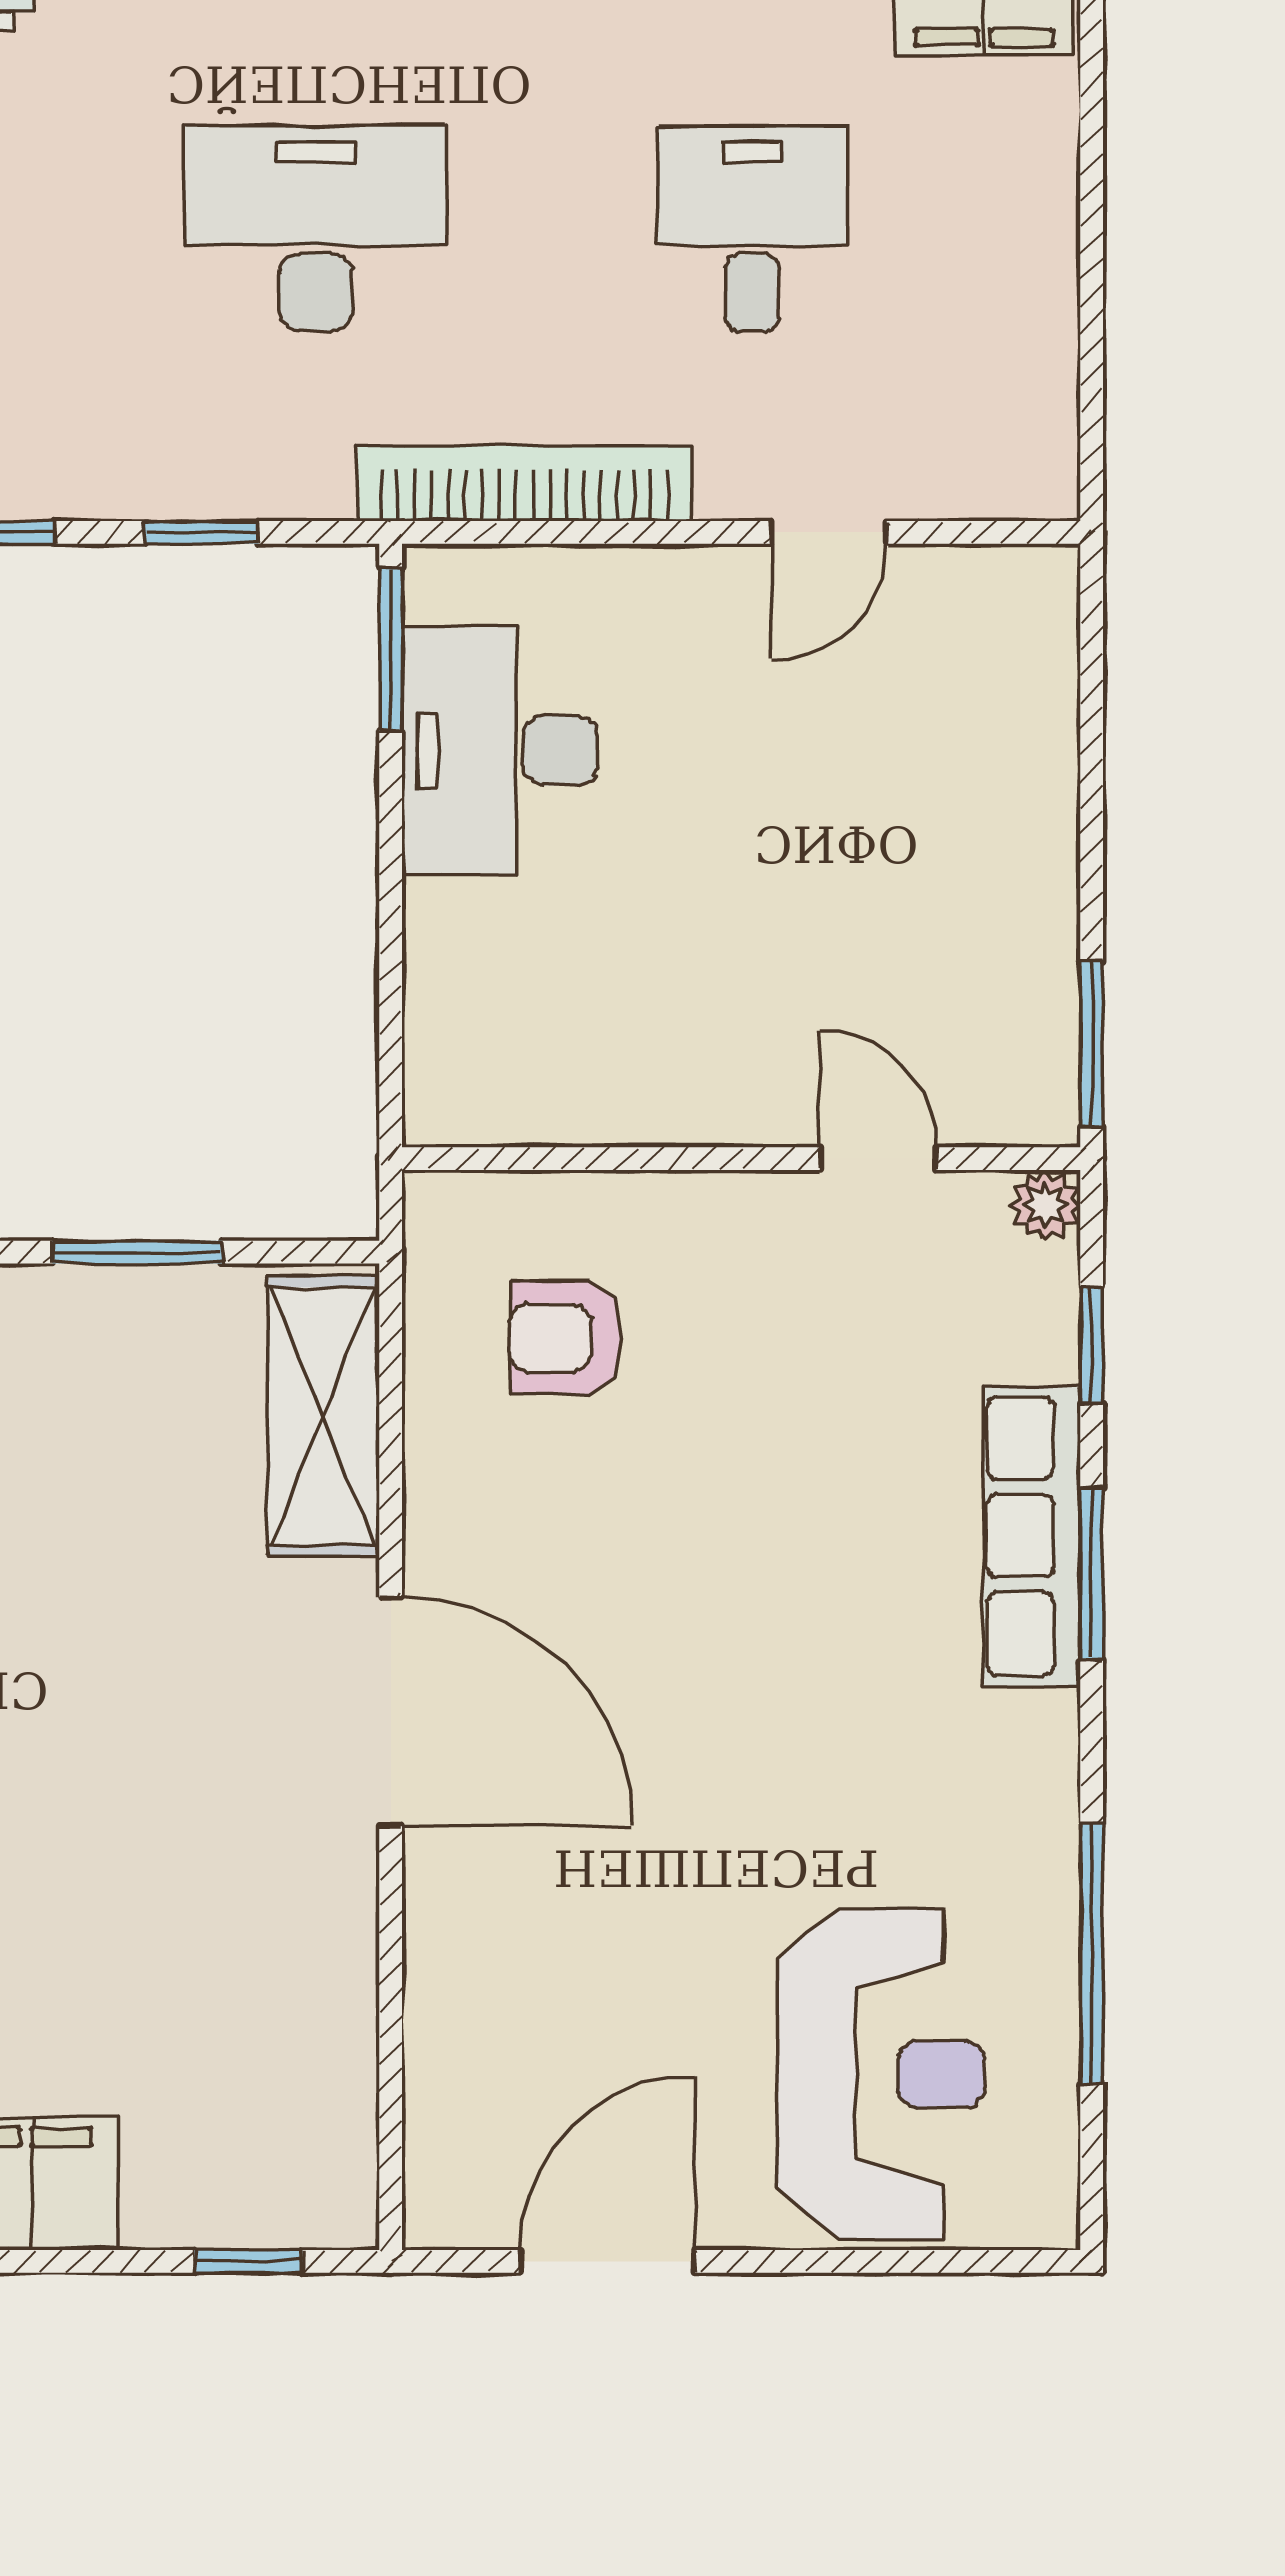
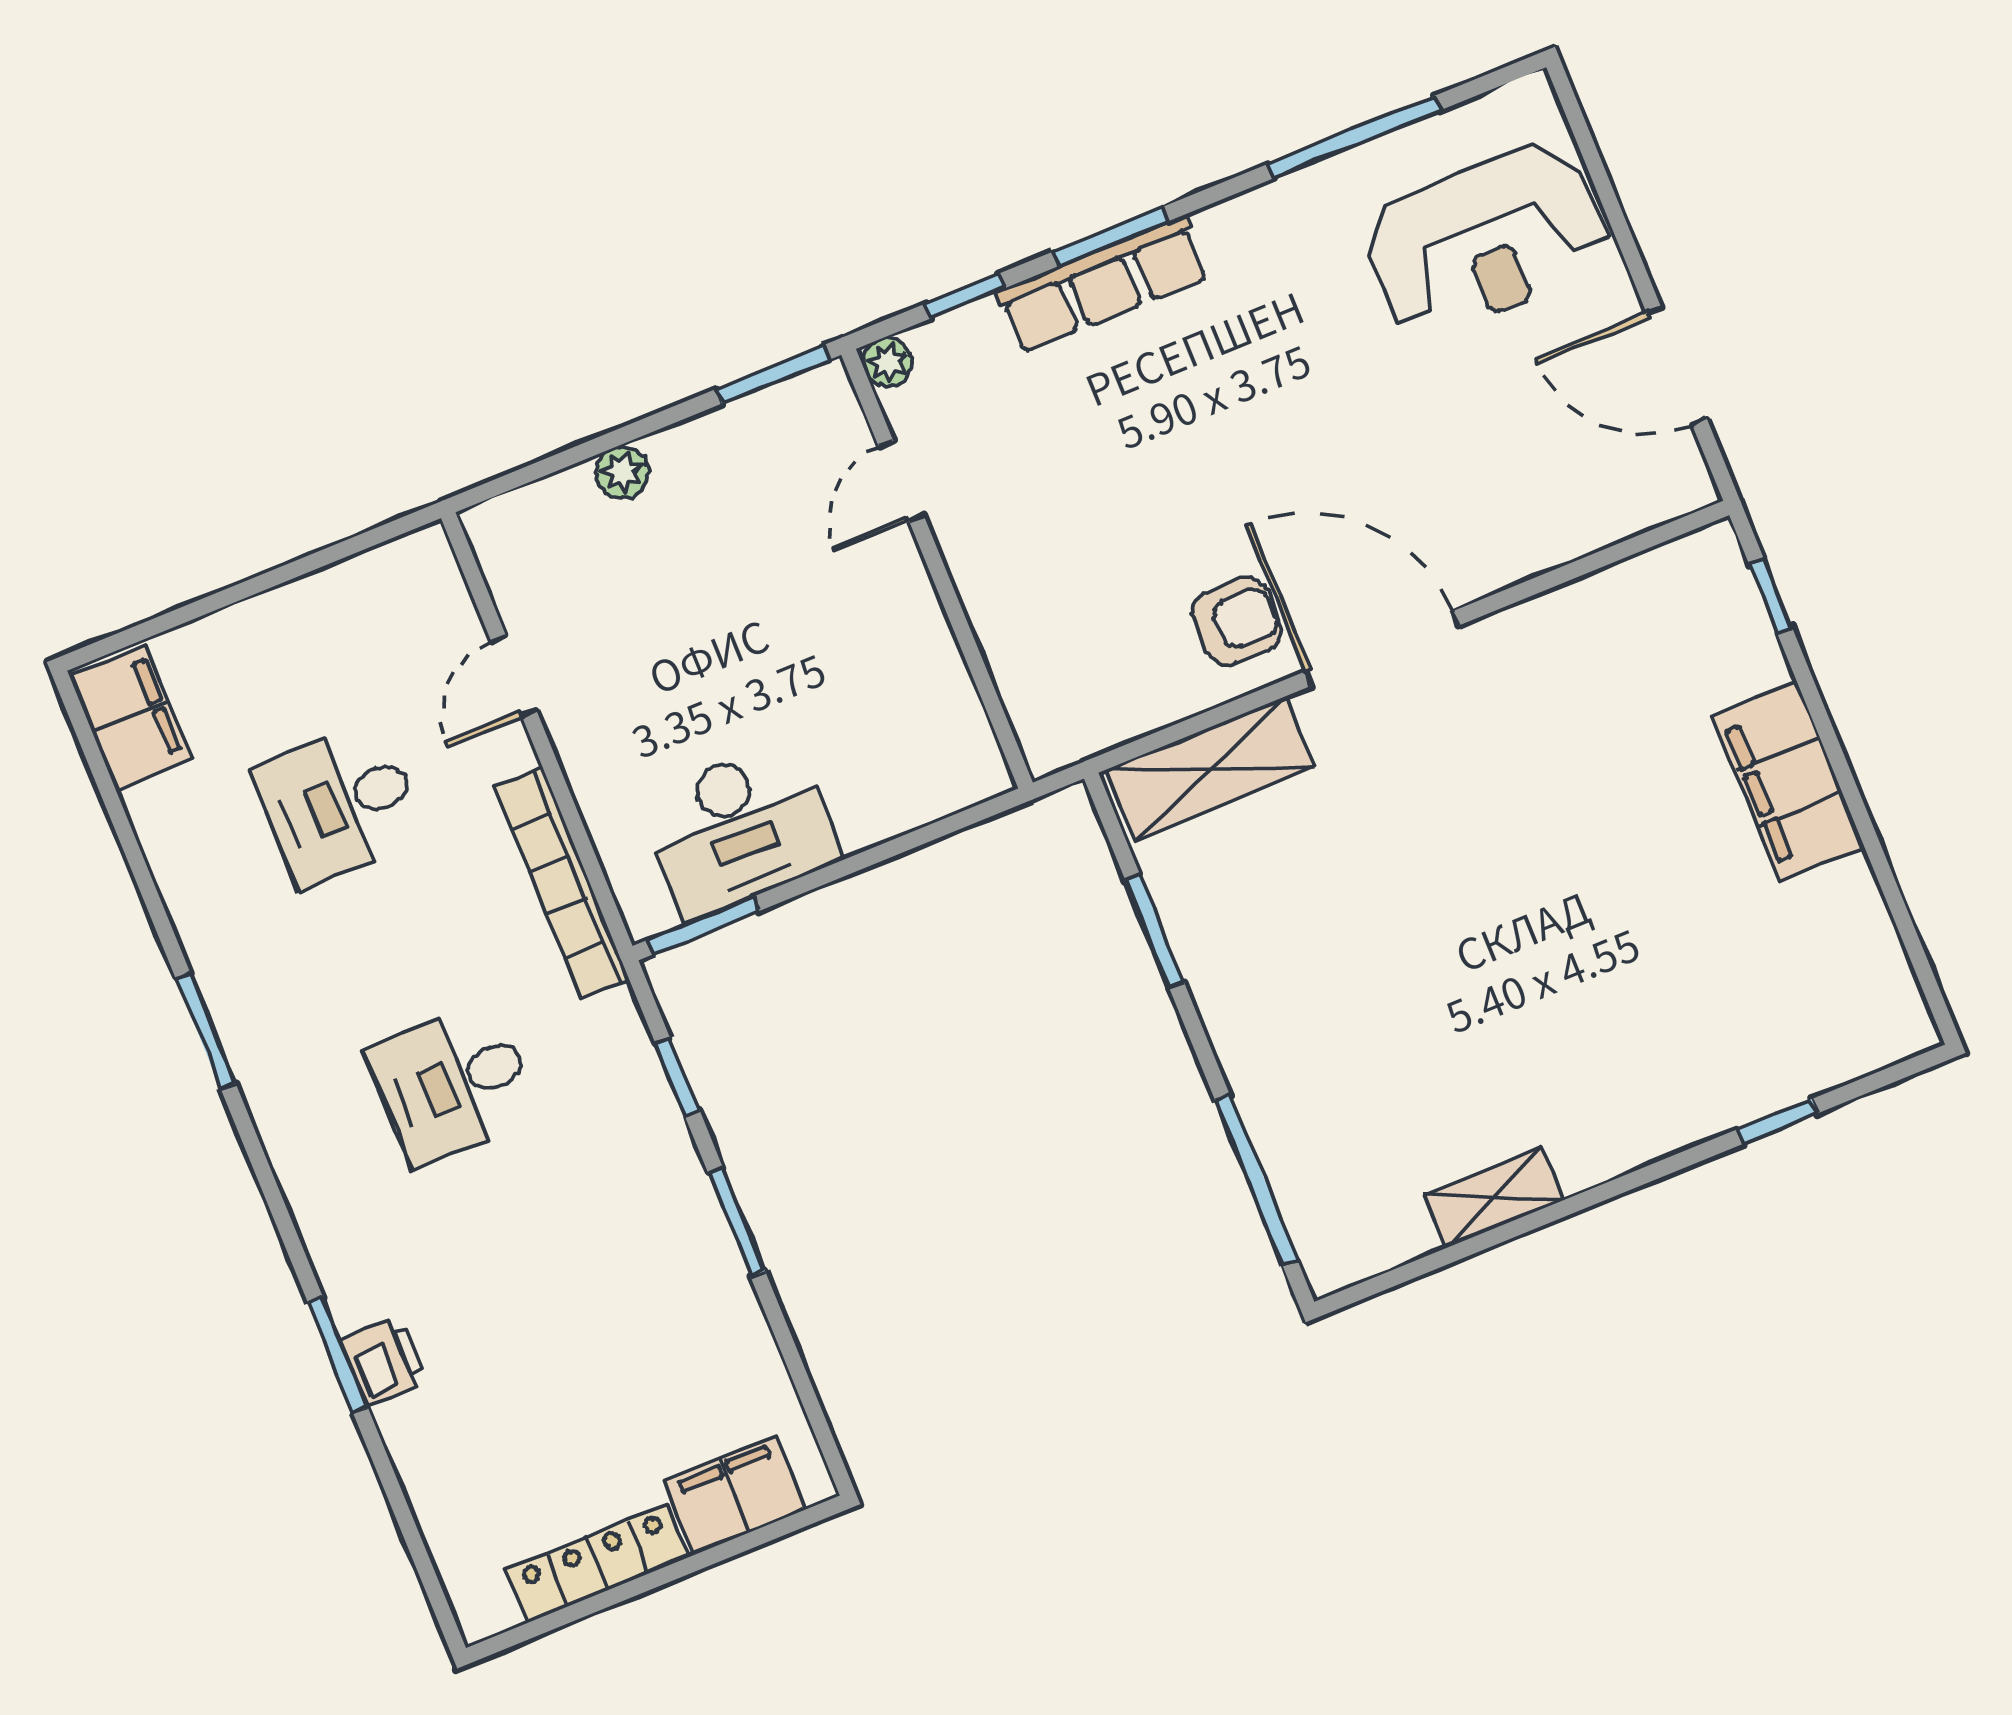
desk: (316, 229) -> (453, 1083), width x0.73
door: (829, 532) -> (514, 676), swing flipped
plant: (1043, 789) -> (622, 472), added
armchair: (566, 1338) -> (1237, 622), moved, turned -90
door: (391, 1711) -> (1382, 648), hinge flipped
reception desk: (881, 2074) -> (1486, 241), turned 180

